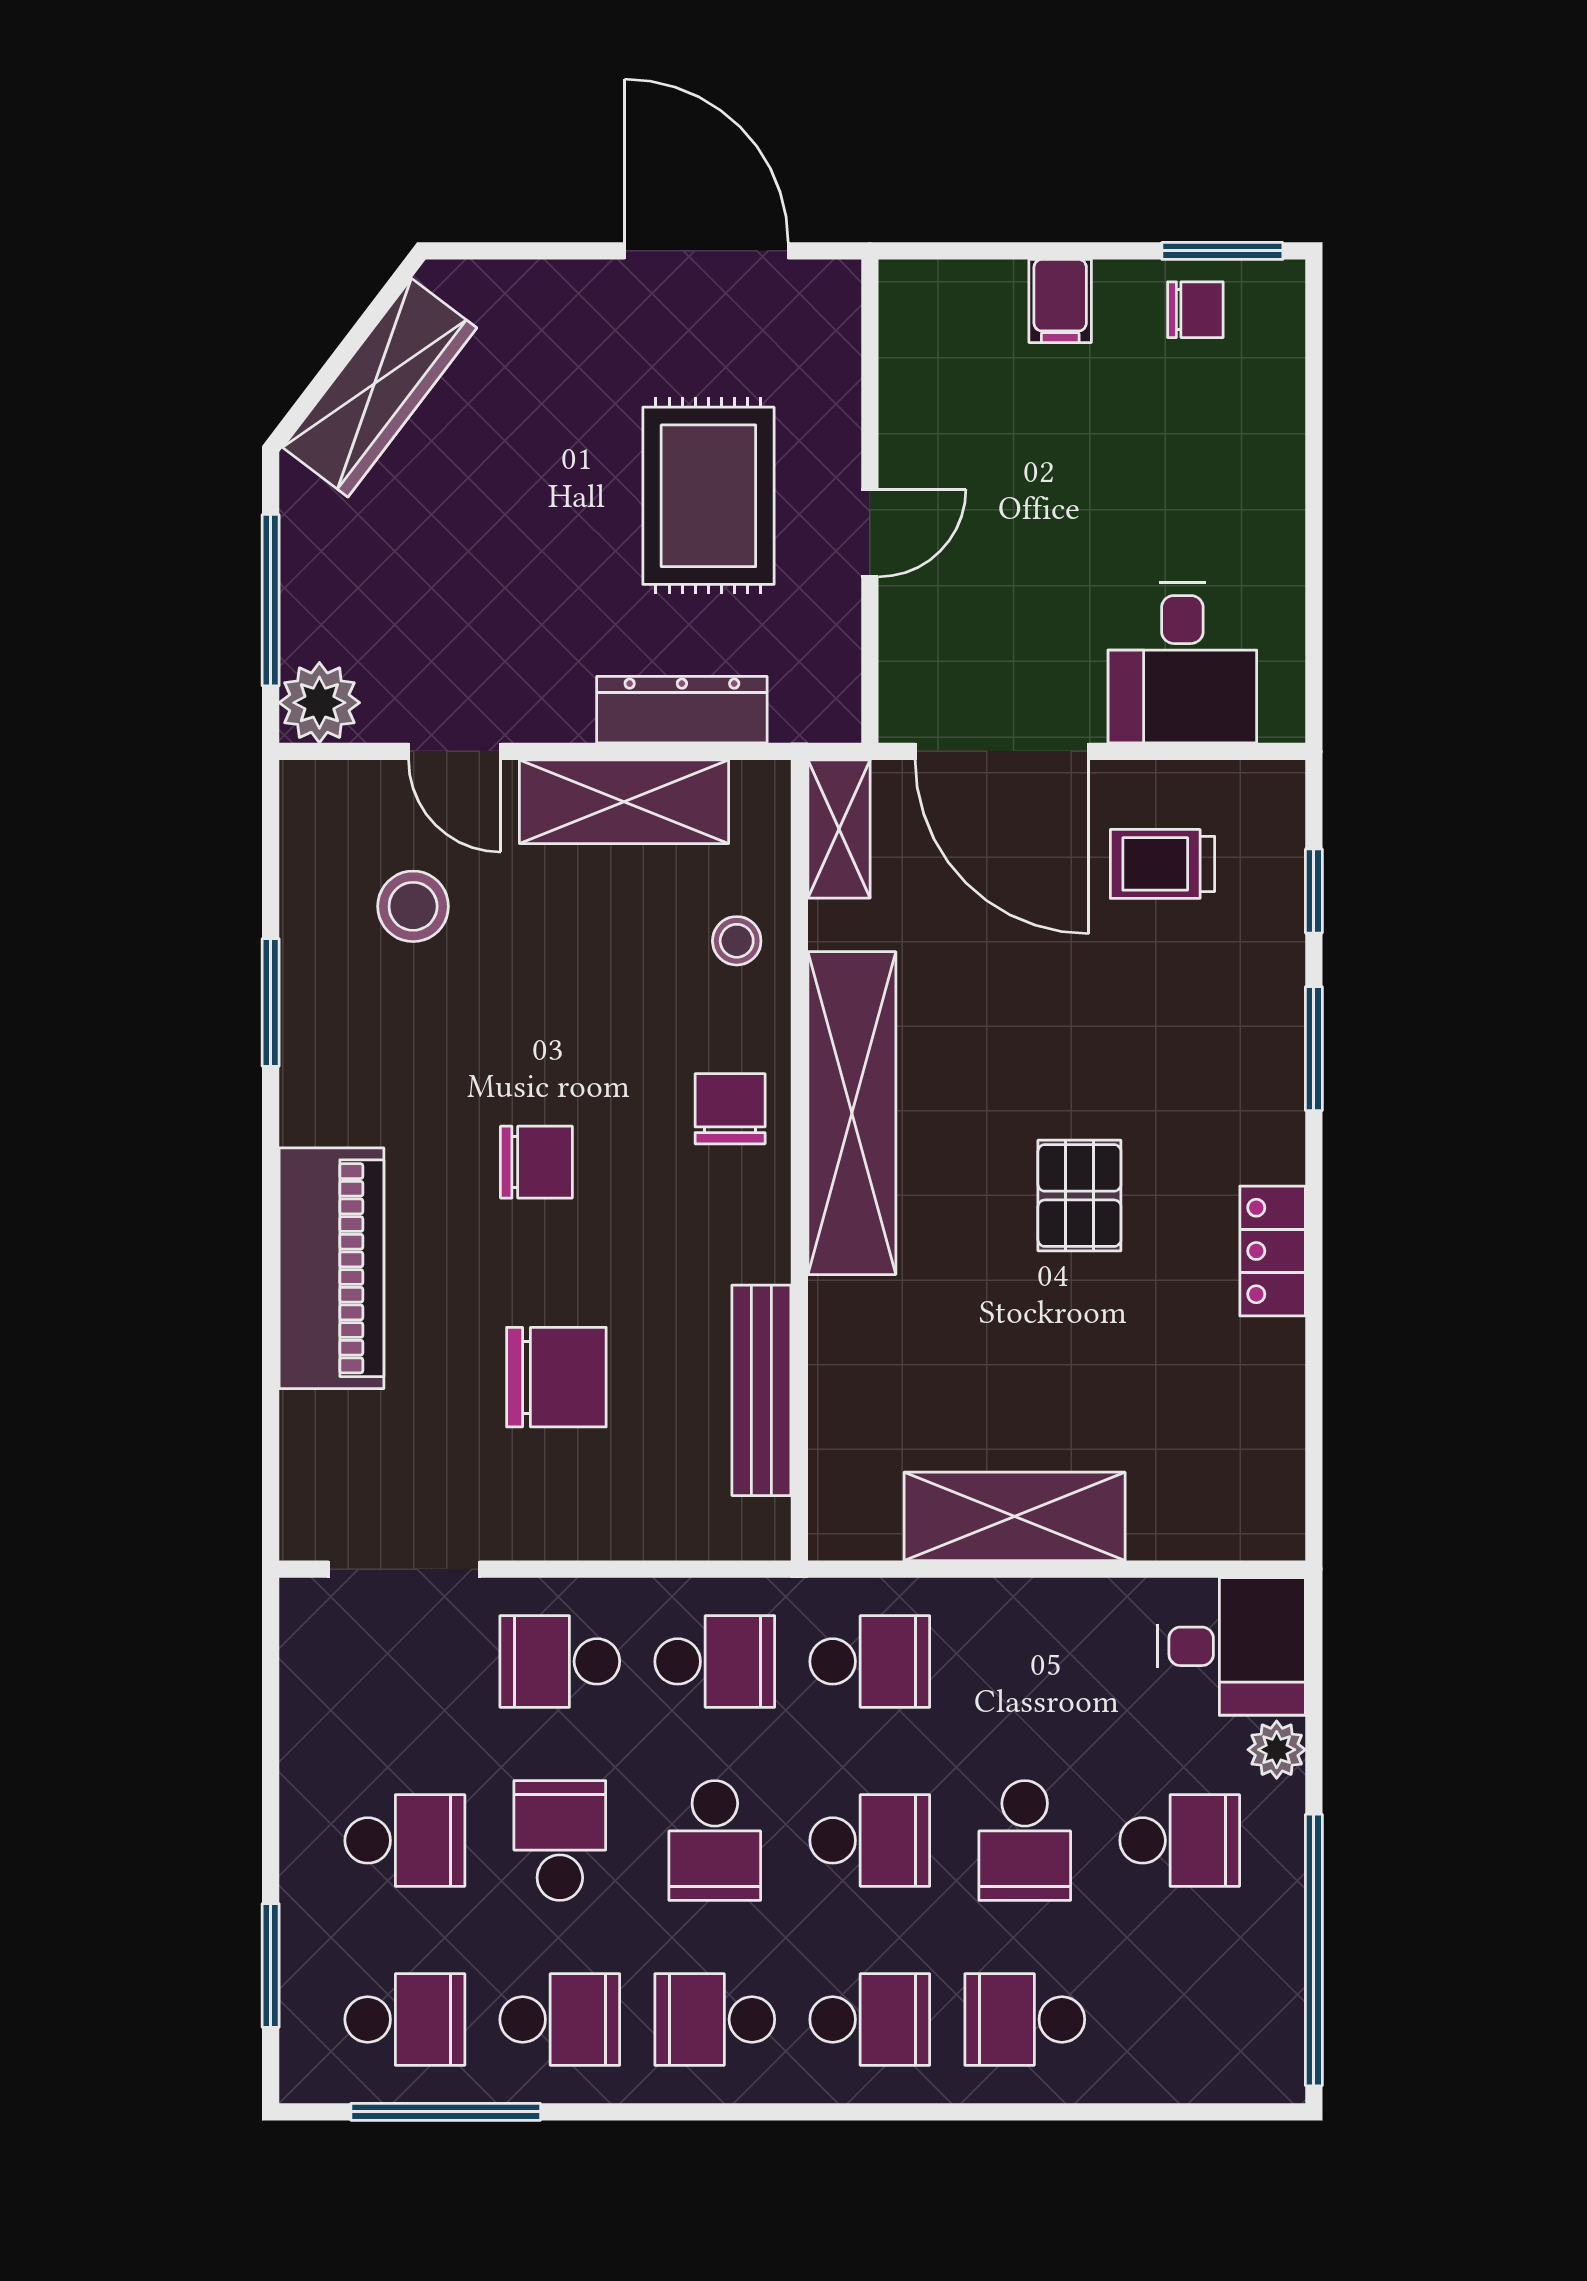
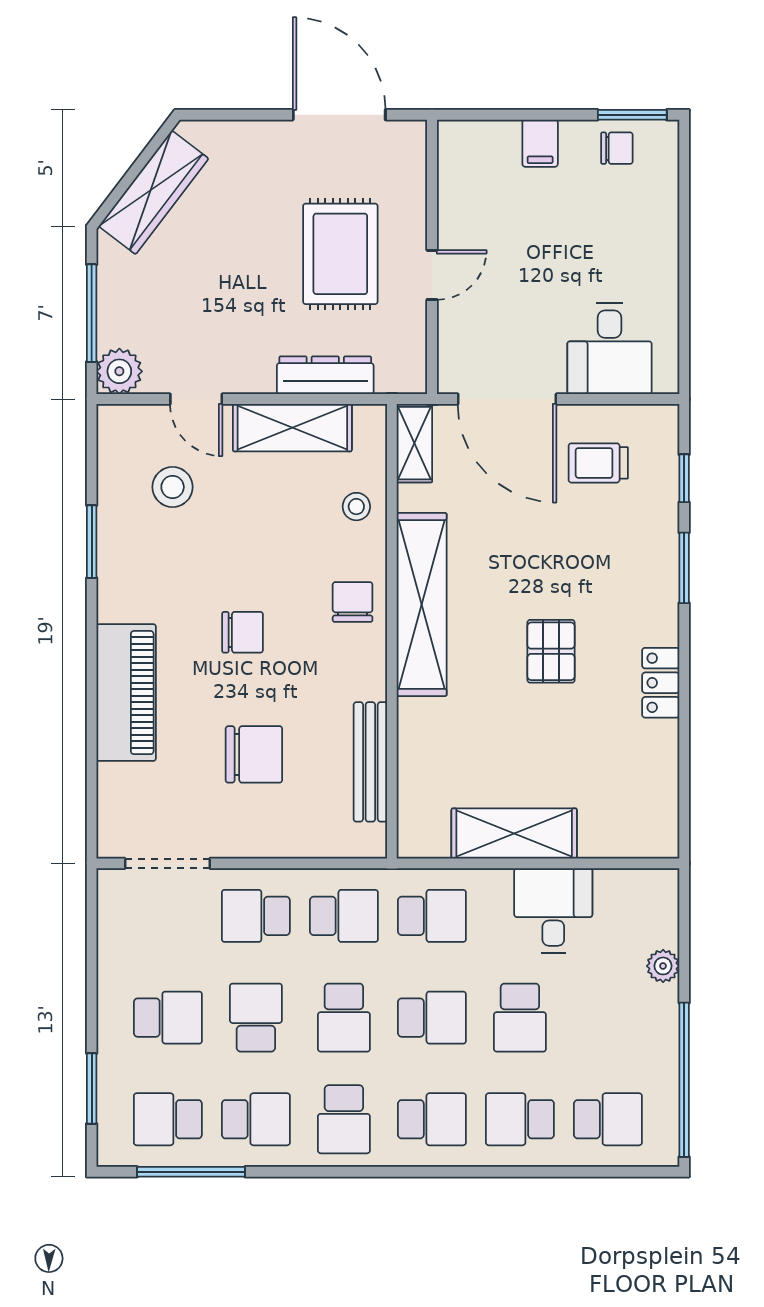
desk: (1231, 1646) -> (553, 910), moved, turned -90
school desk: (1180, 1840) -> (608, 1119), moved
school desk: (405, 2019) -> (168, 1119), turned 180
school desk: (715, 2019) -> (344, 1119), turned -90

